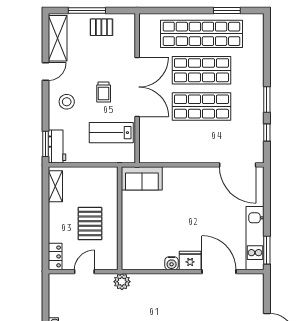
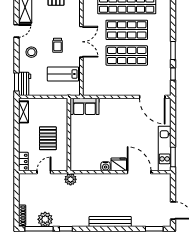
double door: (137, 87) -> (81, 42), width x0.73

